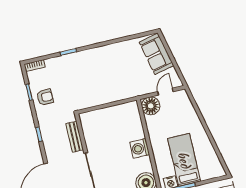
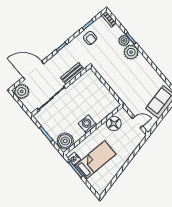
plant: (84, 59) -> (131, 52), added
plant: (67, 61) -> (124, 41), added
floor lamp: (151, 106) -> (114, 124), moved

